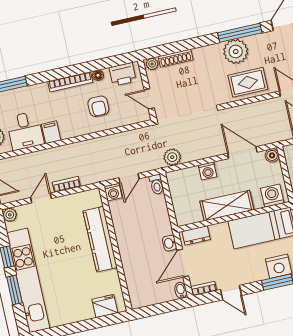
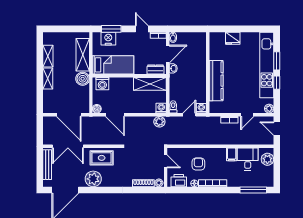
window: (240, 33) -> (100, 190), removed
plant: (236, 51) -> (93, 179), moved
washing machine: (208, 171) -> (161, 108), moved
shelving: (227, 206) -> (150, 84), moved
fridge: (105, 306) -> (233, 38), moved

